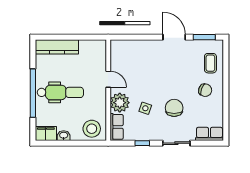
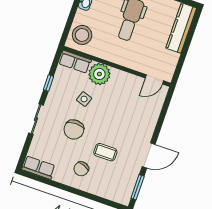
coffee table: (210, 63) -> (105, 152), moved
door: (108, 79) -> (154, 79), moved
chair: (174, 108) -> (74, 130), turned 90
row of seats: (209, 134) -> (39, 168), moved, turned -90

